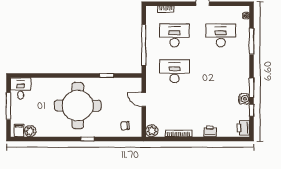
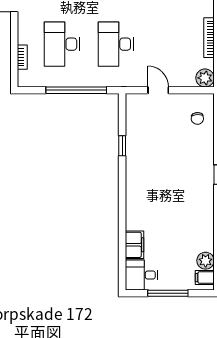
filing cabinet: (41, 84) -> (134, 245), added
door: (144, 100) -> (158, 90), swing flipped
round table: (78, 106) -> (167, 189), removed

